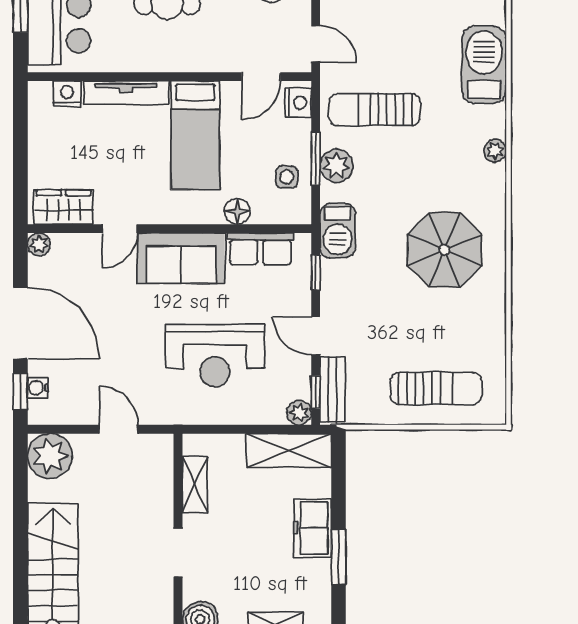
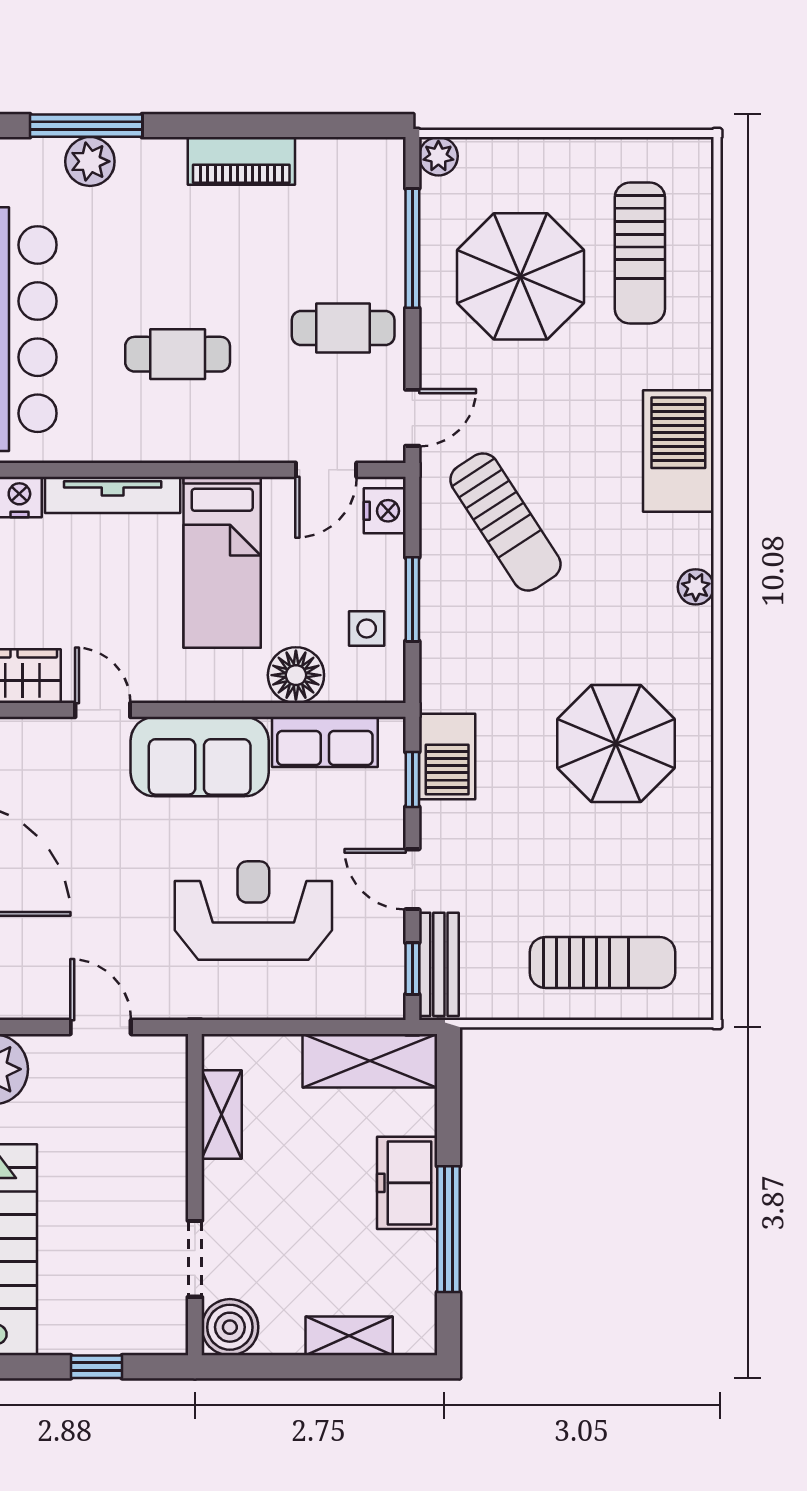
door: (316, 44) -> (412, 418), hinge flipped
sun lounger: (375, 110) -> (505, 522), turned -123
plant: (336, 166) -> (445, 611), removed
floor lamp: (237, 211) -> (296, 675), width x1.38, depth x1.38
door: (120, 229) -> (103, 710), swing flipped
barbecue: (338, 231) -> (447, 757), moved
reception desk: (215, 356) -> (253, 911), turned 180
plant: (299, 413) -> (386, 1001), removed
doorway: (178, 553) -> (195, 1259), moved
window: (339, 557) -> (449, 1229), width x1.44

